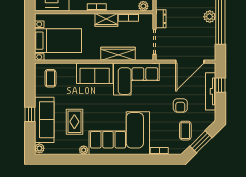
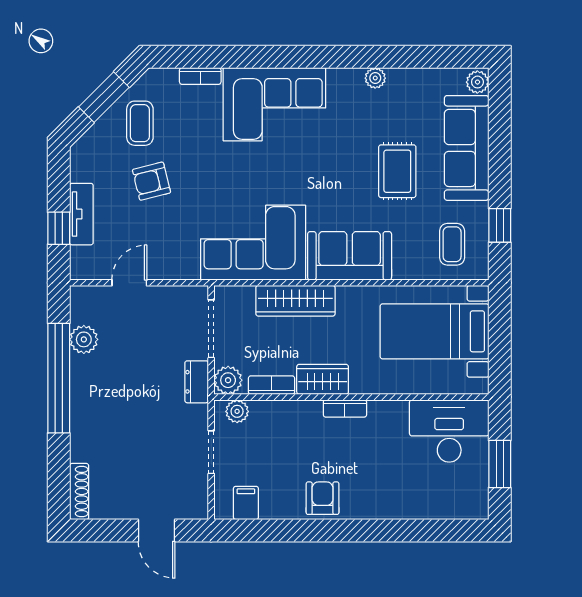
plant: (210, 17) -> (84, 339), moved
plant: (147, 19) -> (228, 380), added
door: (190, 62) -> (129, 283), width x0.53
tv unit: (211, 91) -> (81, 214), width x0.71
armchair: (180, 106) -> (151, 181), turned -104
window: (30, 114) -> (500, 225), moved
rug: (74, 122) -> (397, 171), moved
corner sofa: (119, 133) -> (274, 104), width x0.73, depth x0.74

